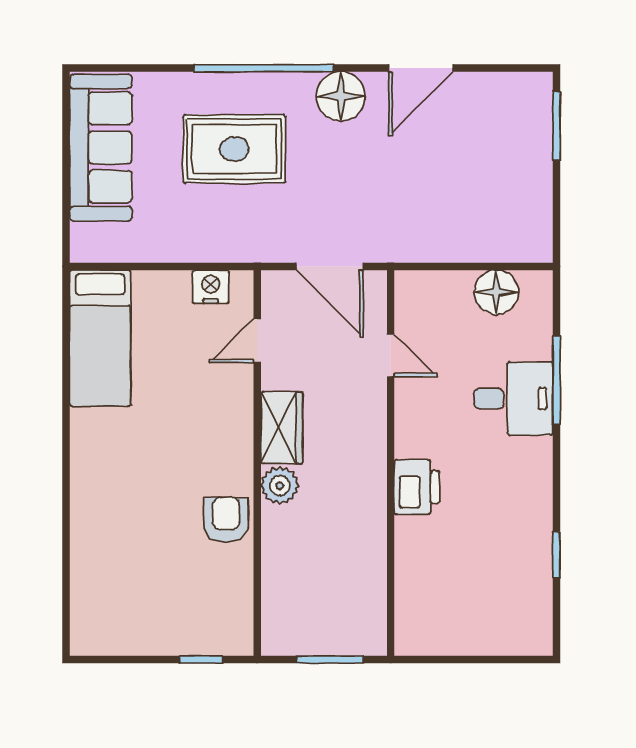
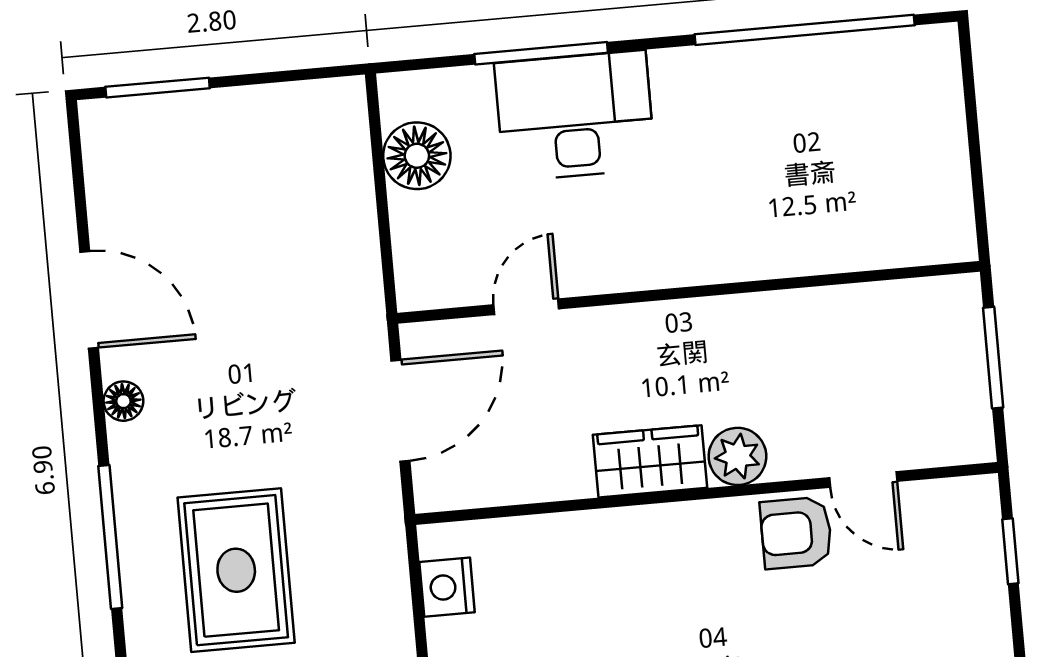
window: (264, 68) -> (110, 537), width x0.68
floor lamp: (341, 96) -> (123, 401), width x0.53, depth x0.53
door: (257, 340) -> (863, 479), moved
desk: (513, 399) -> (575, 116), width x1.37
printer: (417, 487) -> (721, 249), removed
window: (557, 555) -> (805, 30), width x3.17

